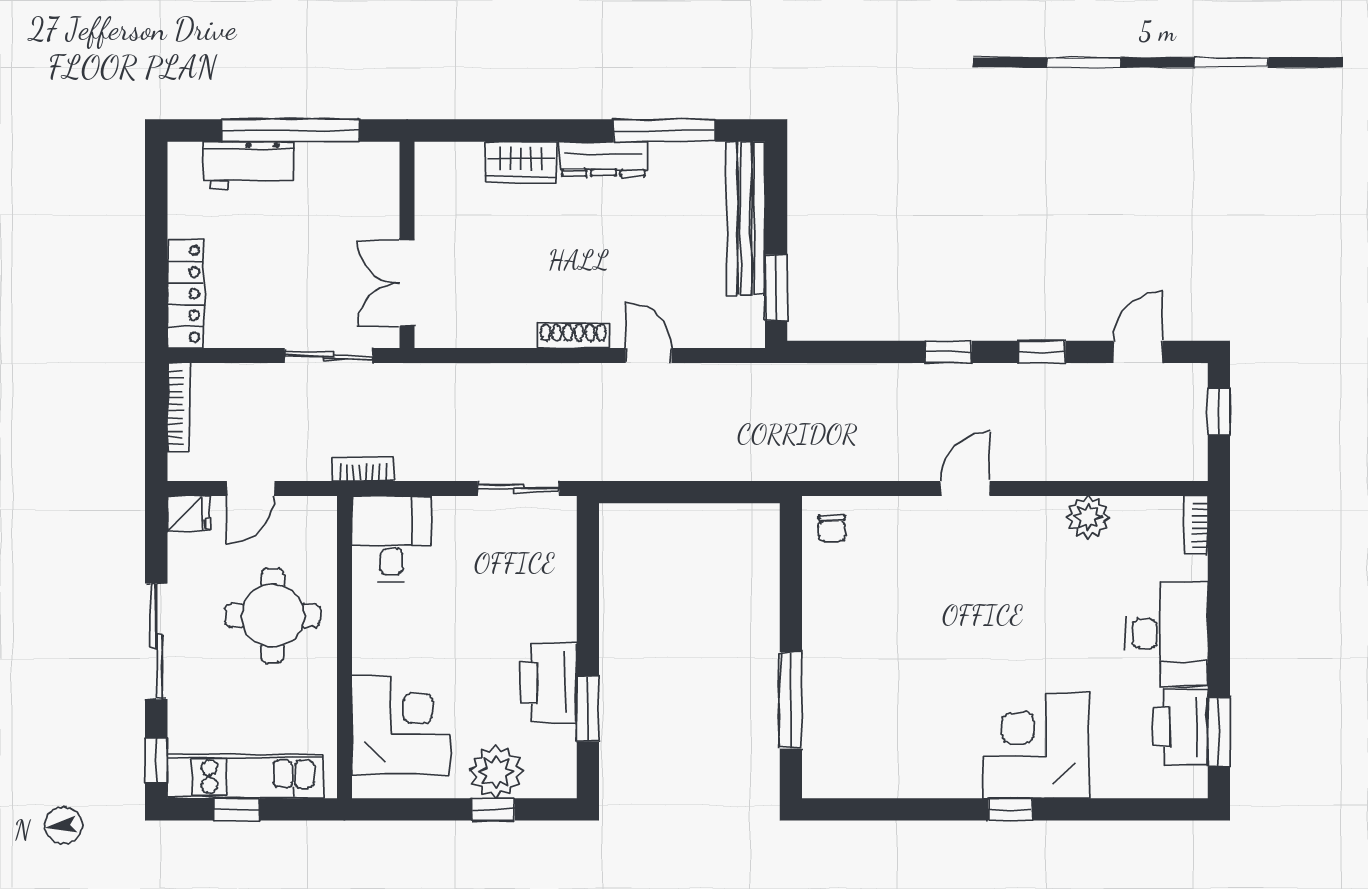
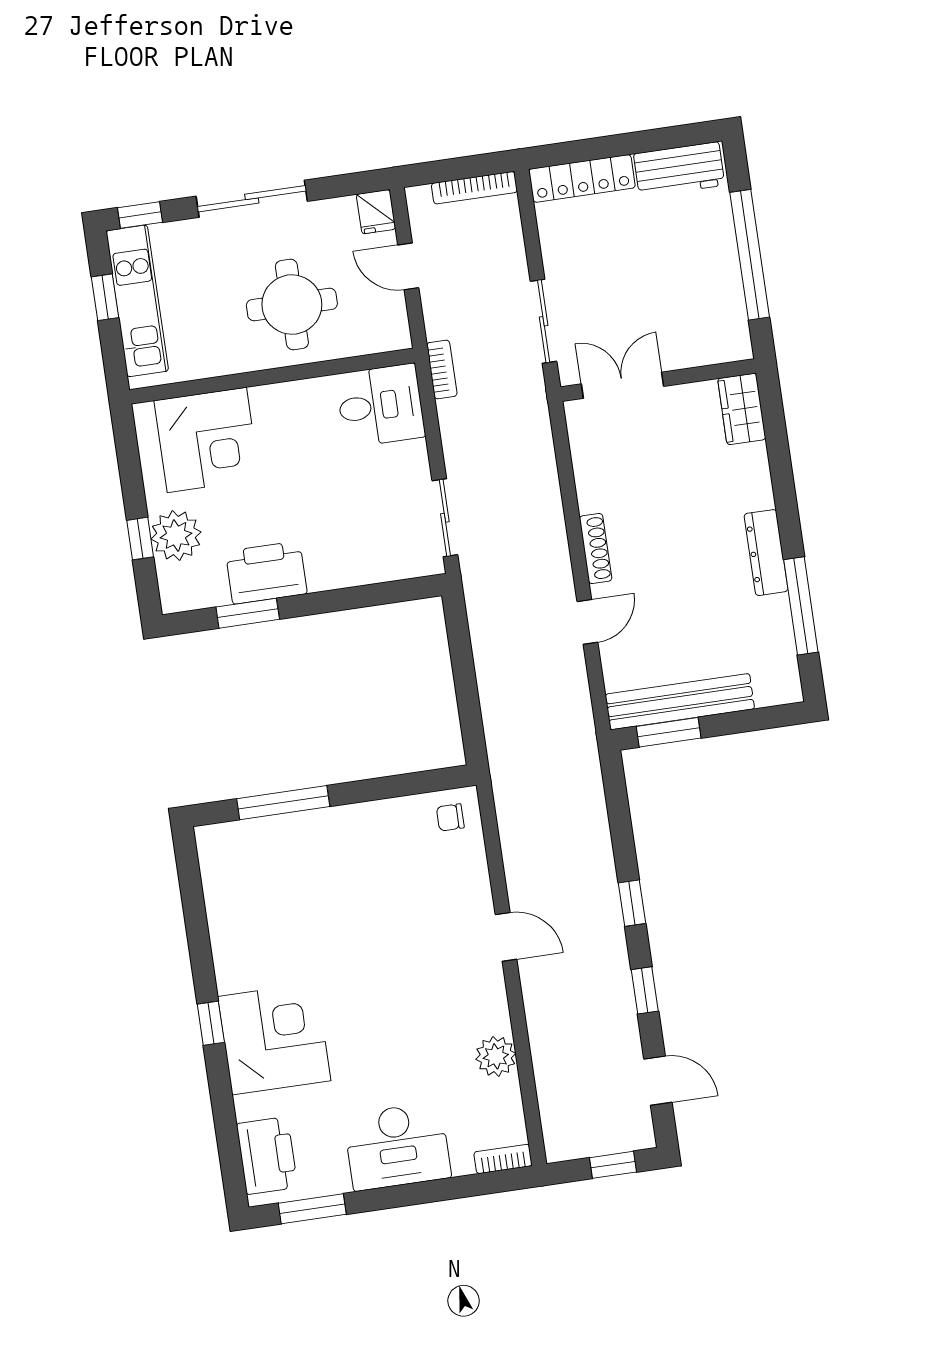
wardrobe: (521, 162) -> (742, 409), moved
workbench: (249, 165) -> (679, 169), moved, turned -90
bench: (746, 218) -> (680, 702), moved
printer: (1181, 727) -> (267, 1156), moved, turned 90

